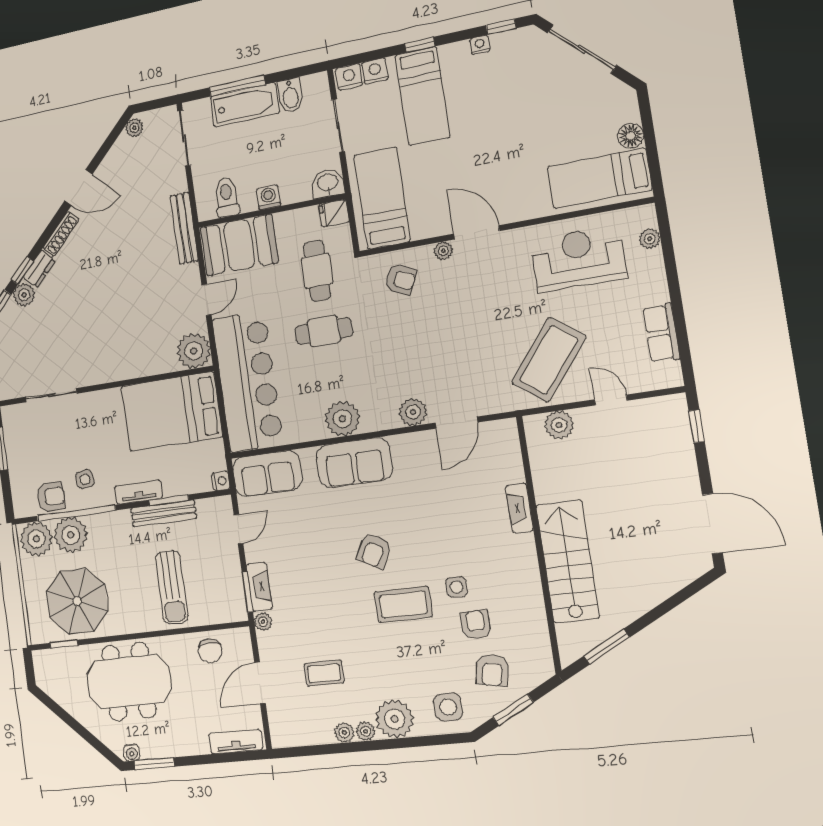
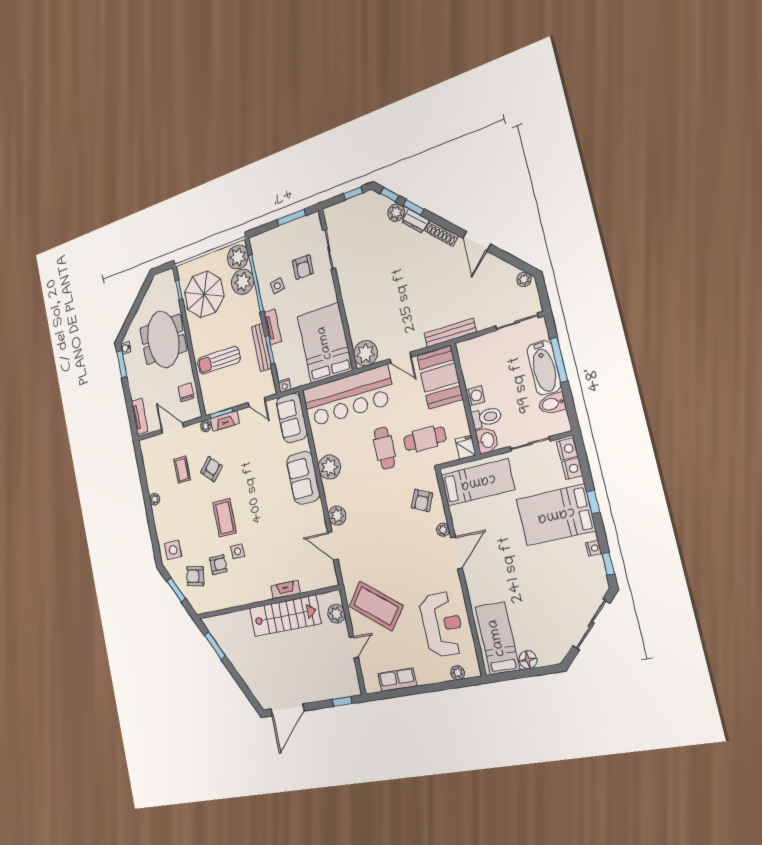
bed: (423, 96) -> (556, 515), width x1.50
toilet: (227, 197) -> (486, 417), moved
armchair: (51, 497) -> (303, 267), moved
armchair: (374, 551) -> (211, 469), moved, turned 106
stairs: (568, 561) -> (285, 616), moved
chair: (210, 651) -> (186, 392), turned 90
plant: (394, 719) -> (163, 517), removed
plant: (344, 733) -> (152, 486), removed

